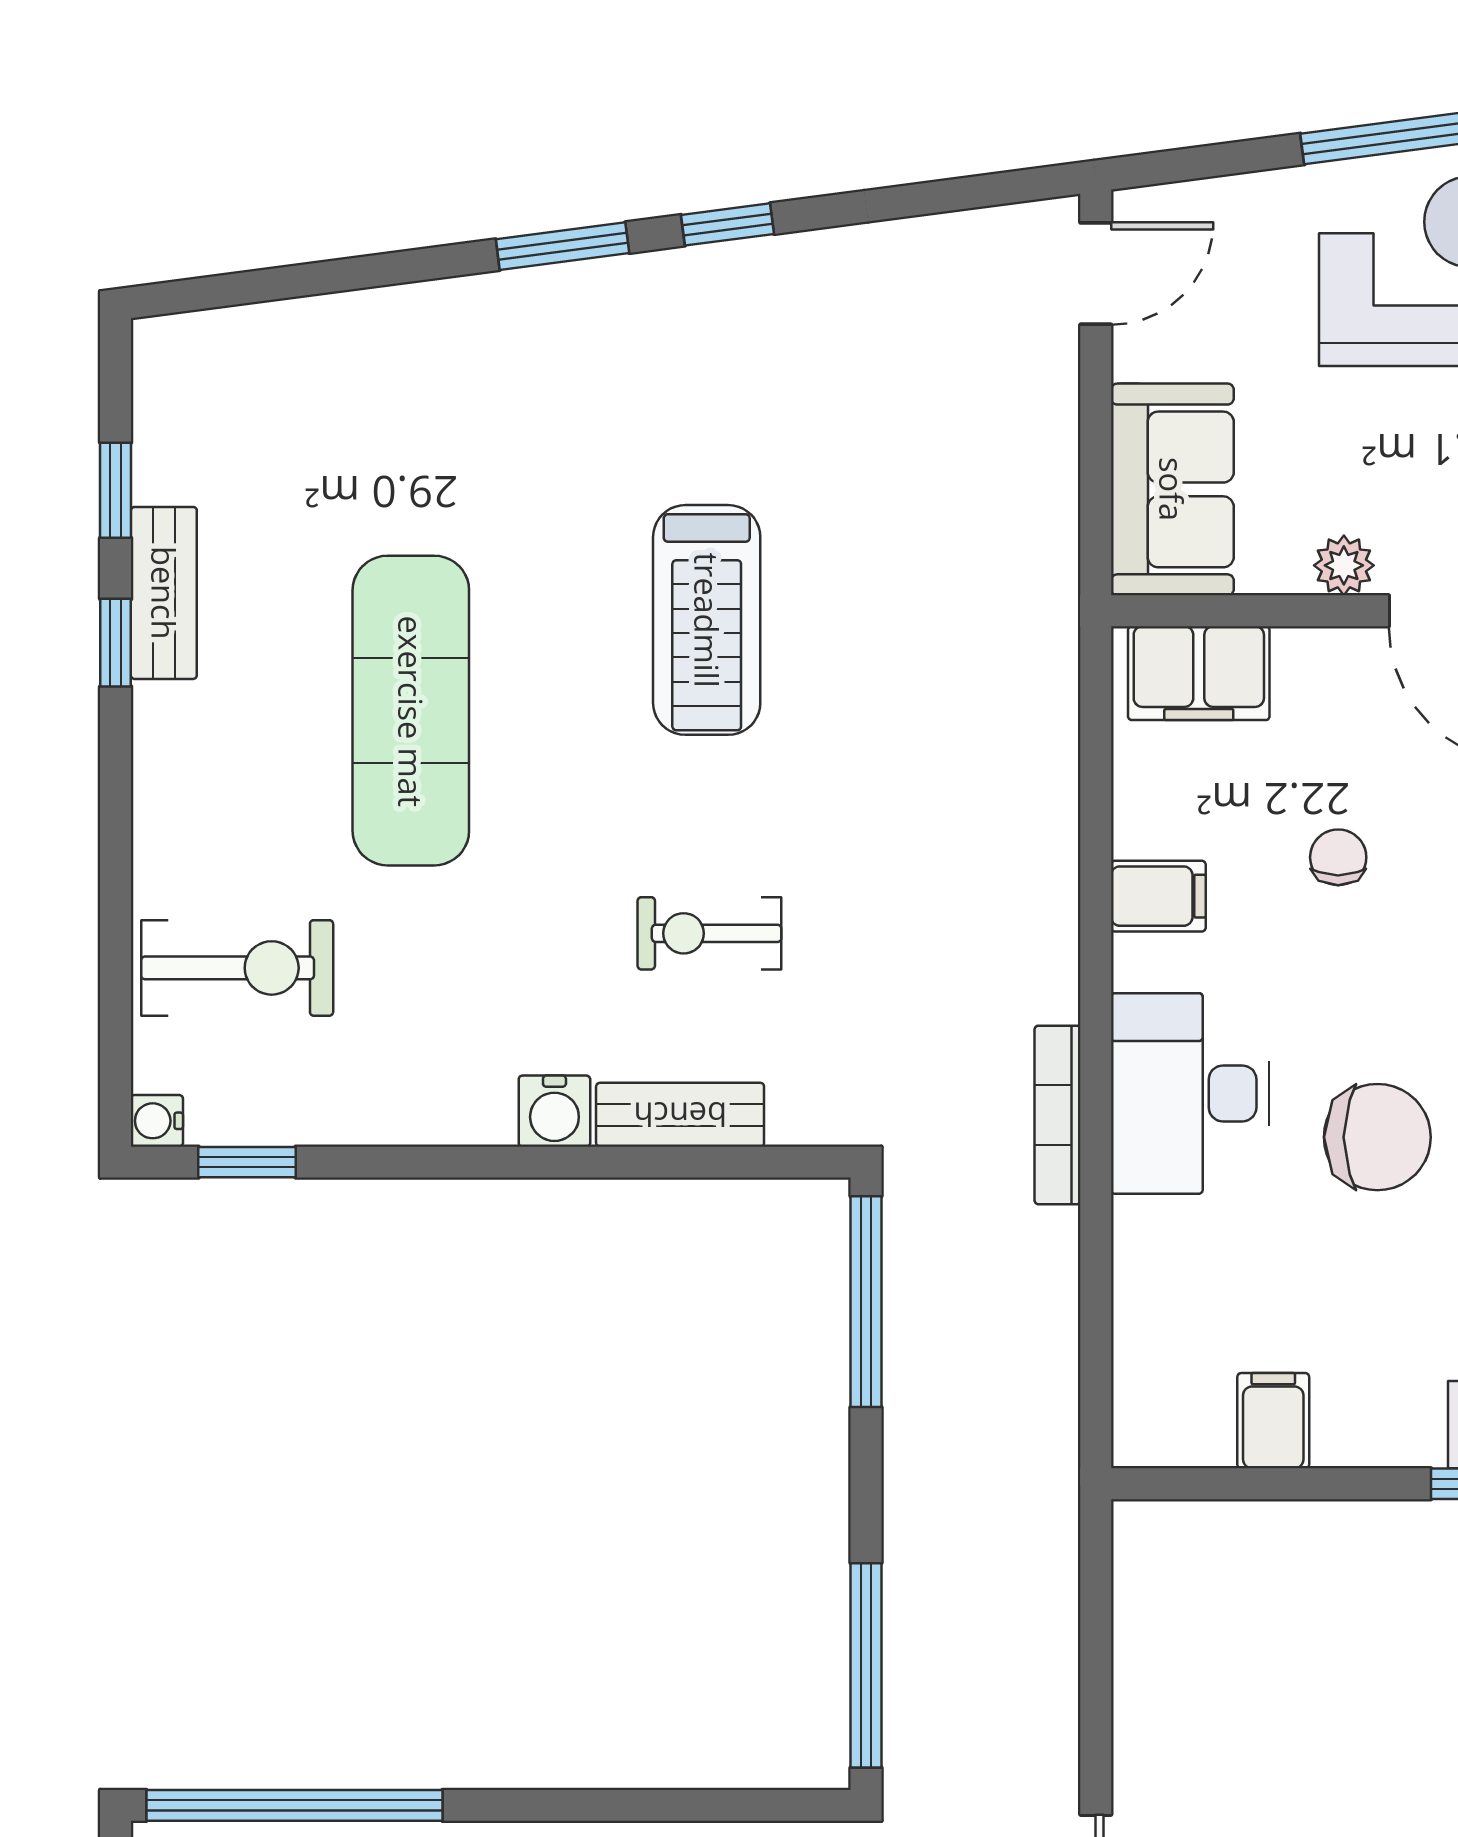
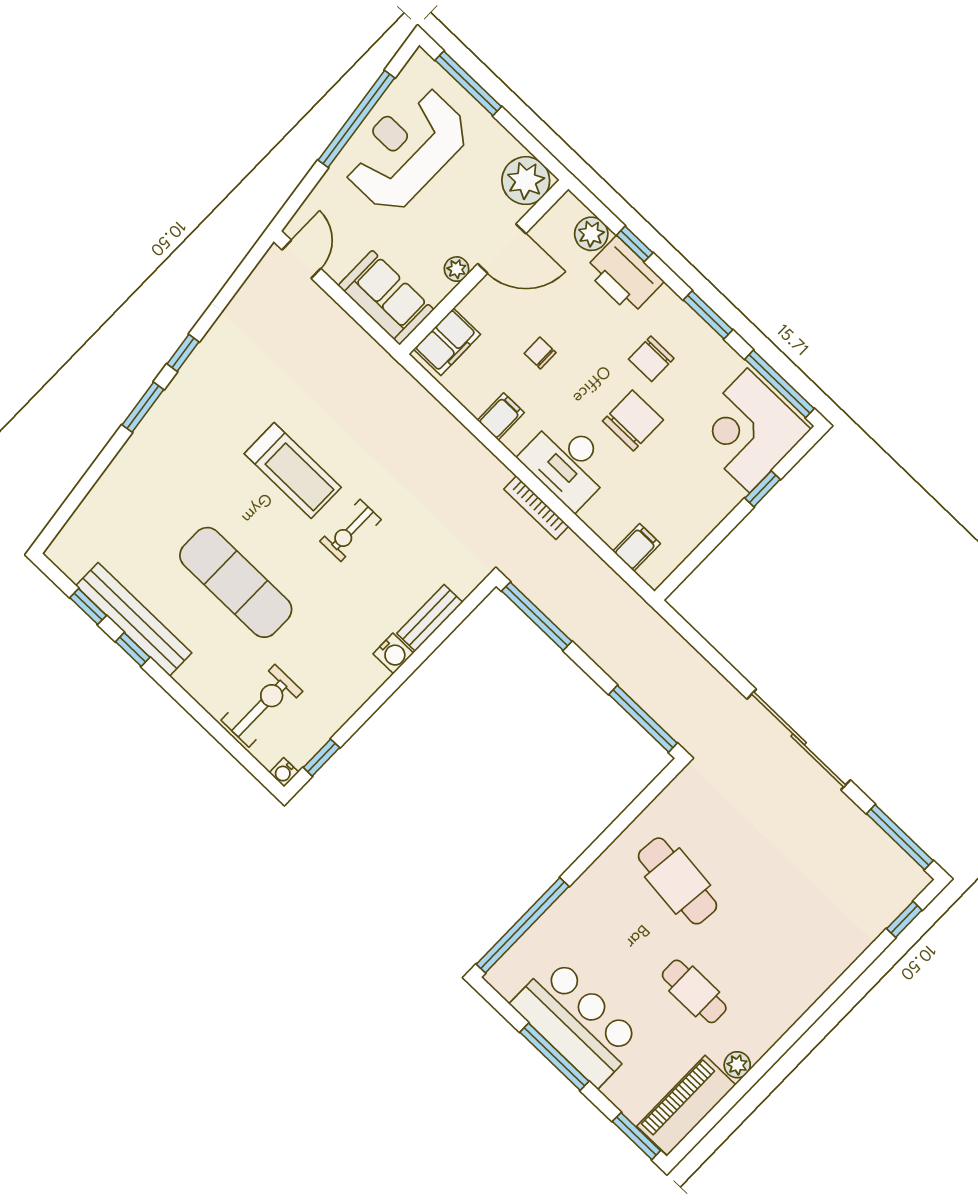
bench: (164, 593) -> (134, 619), width x1.86, depth x1.21
exercise bike: (709, 933) -> (351, 530), moved
filing cabinet: (1273, 1421) -> (637, 547), moved, turned 90

